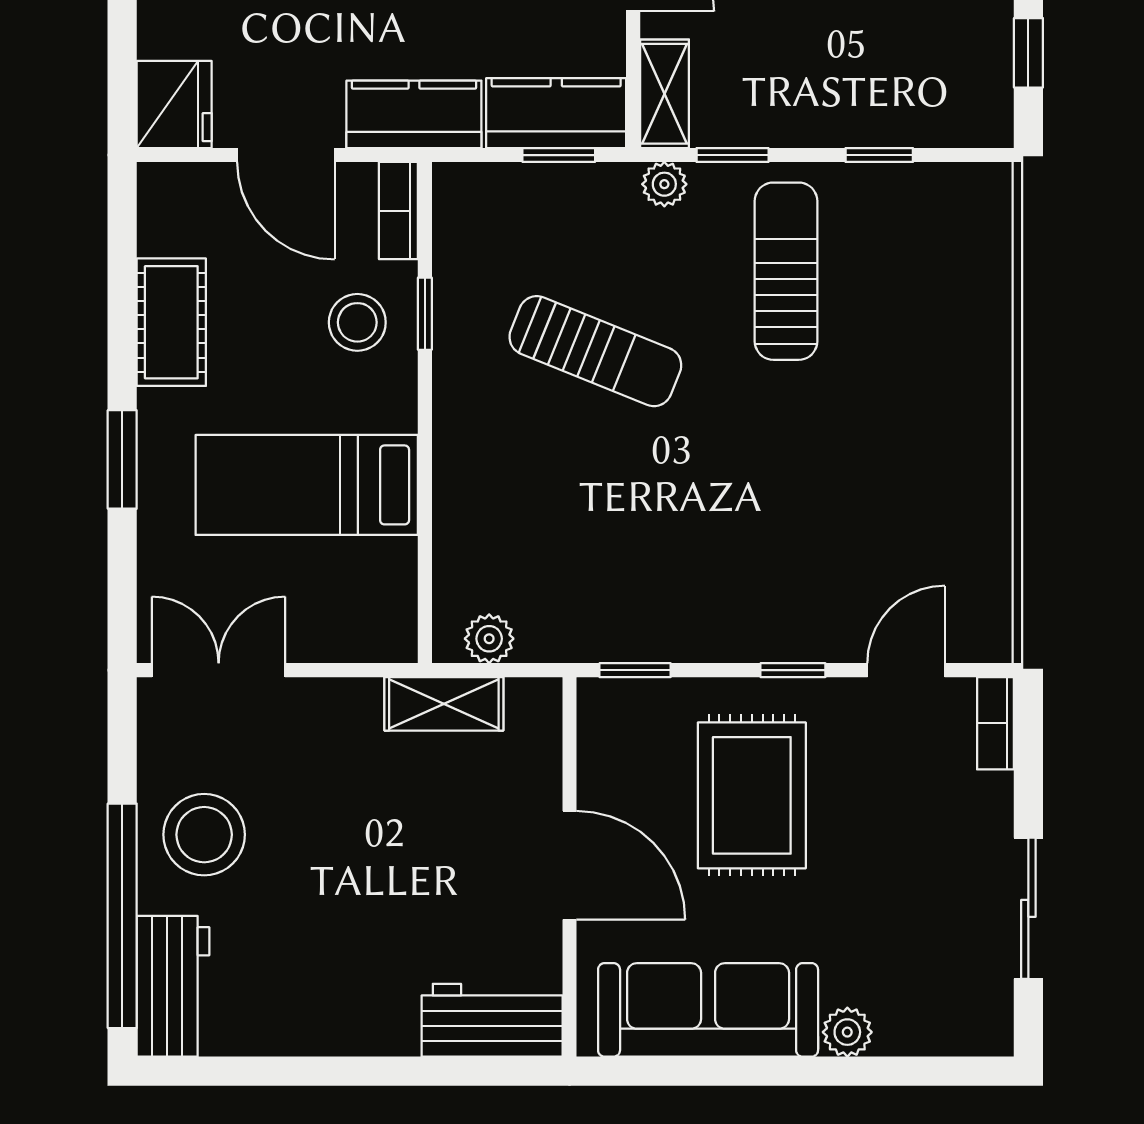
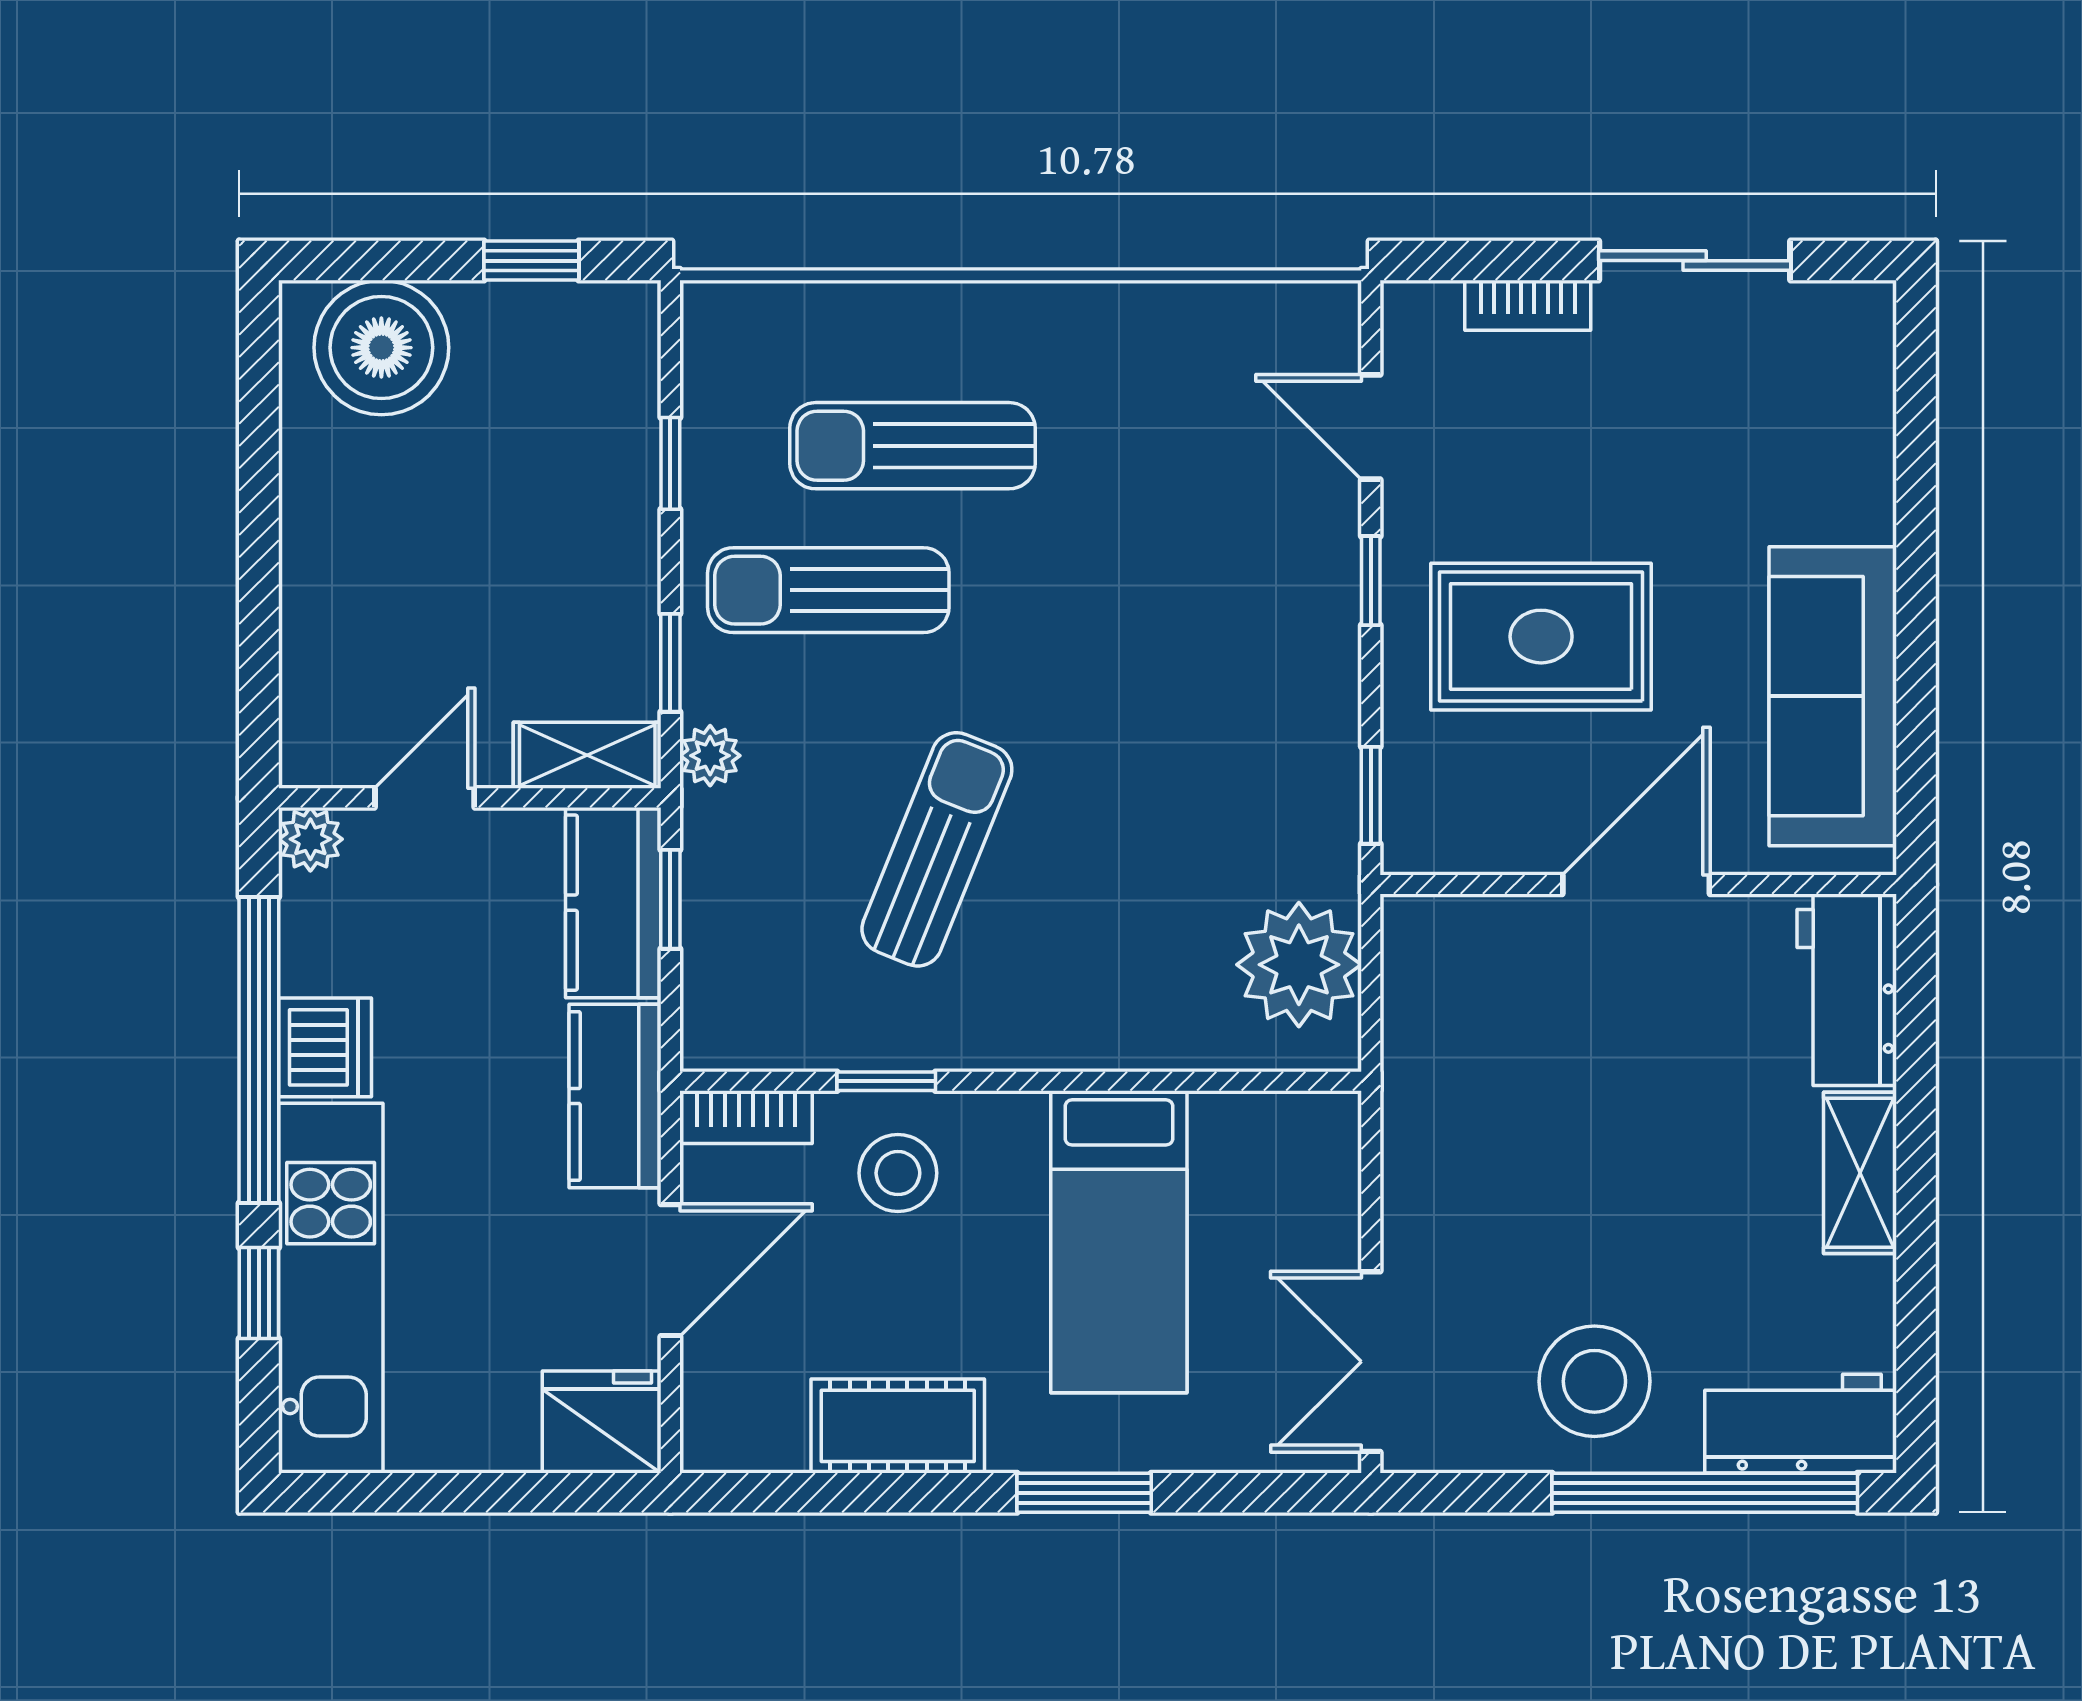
sun lounger: (892, 333) -> (912, 446), added
plant: (489, 639) -> (1299, 965), width x1.88, depth x1.88
shelving: (444, 704) -> (1860, 1173), moved
bookcase: (996, 723) -> (1528, 305), moved
plant: (847, 1032) -> (1863, 507), removed

